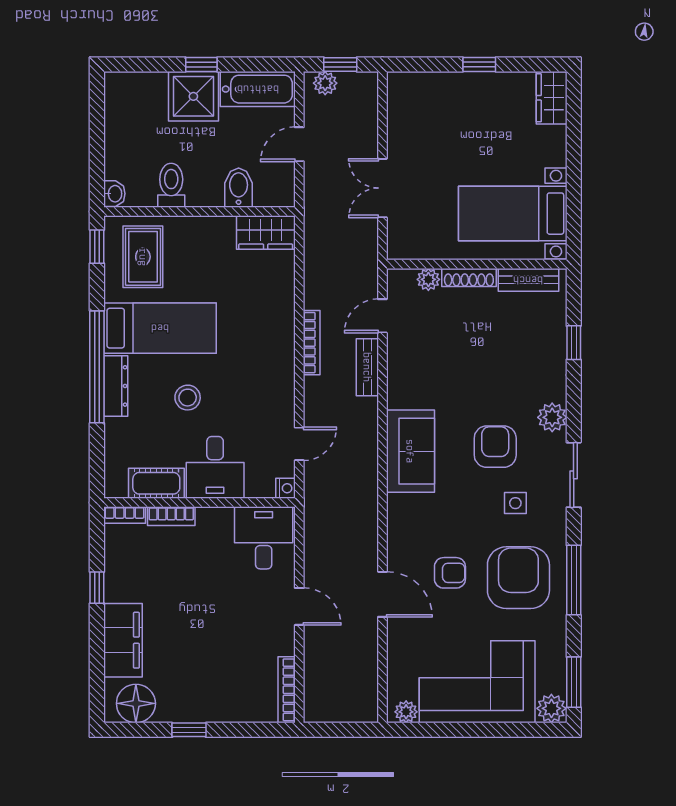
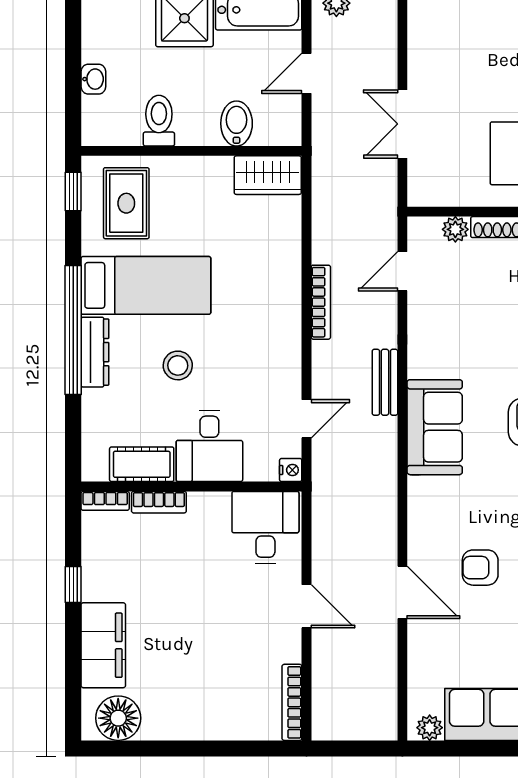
washbasin: (114, 194) -> (93, 79), moved
bench: (367, 367) -> (385, 382), moved
armchair: (450, 573) -> (480, 568), turned 180
window: (189, 730) -> (179, 749), removed

